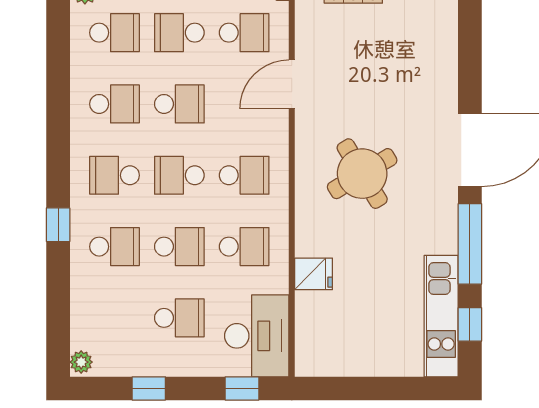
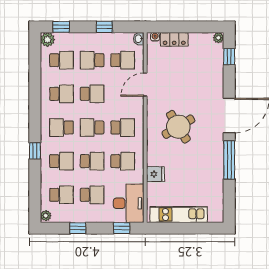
kitchen unit: (441, 316) -> (179, 215), moved, turned 90
school desk: (115, 318) -> (62, 195), added
window: (470, 324) -> (229, 57), moved

